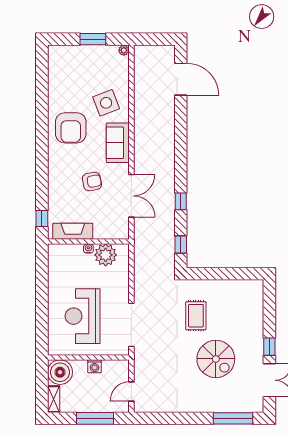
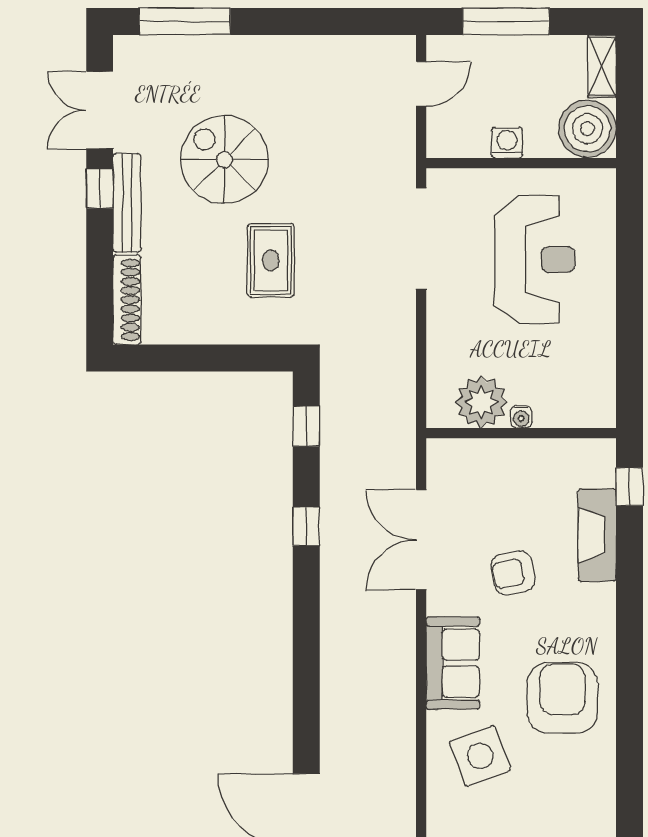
fireplace: (73, 231) -> (597, 535), moved, turned 90
shoe rack: (258, 299) -> (127, 300), added
bench: (258, 340) -> (127, 203), added

